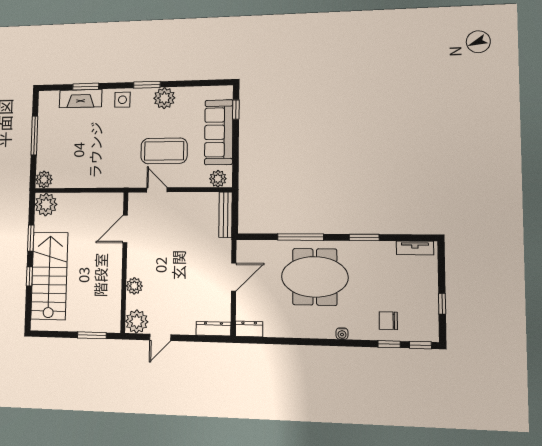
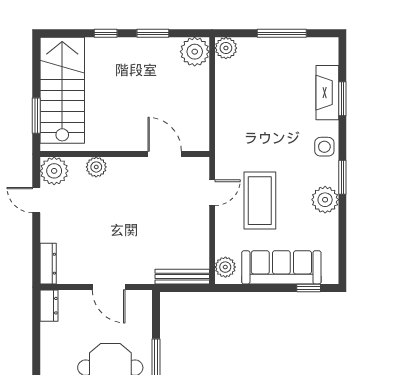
stairs: (49, 276) -> (62, 90), moved, turned -90

